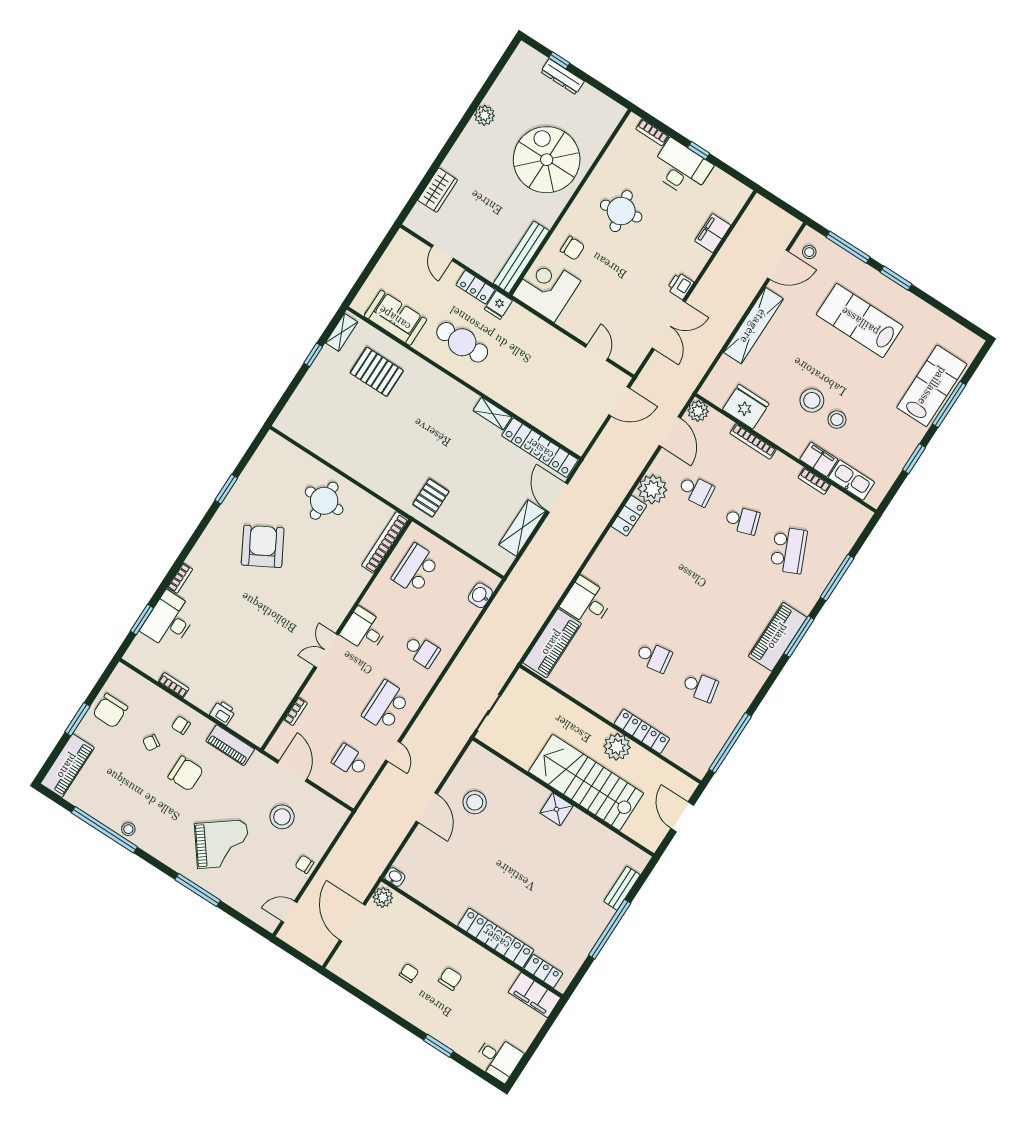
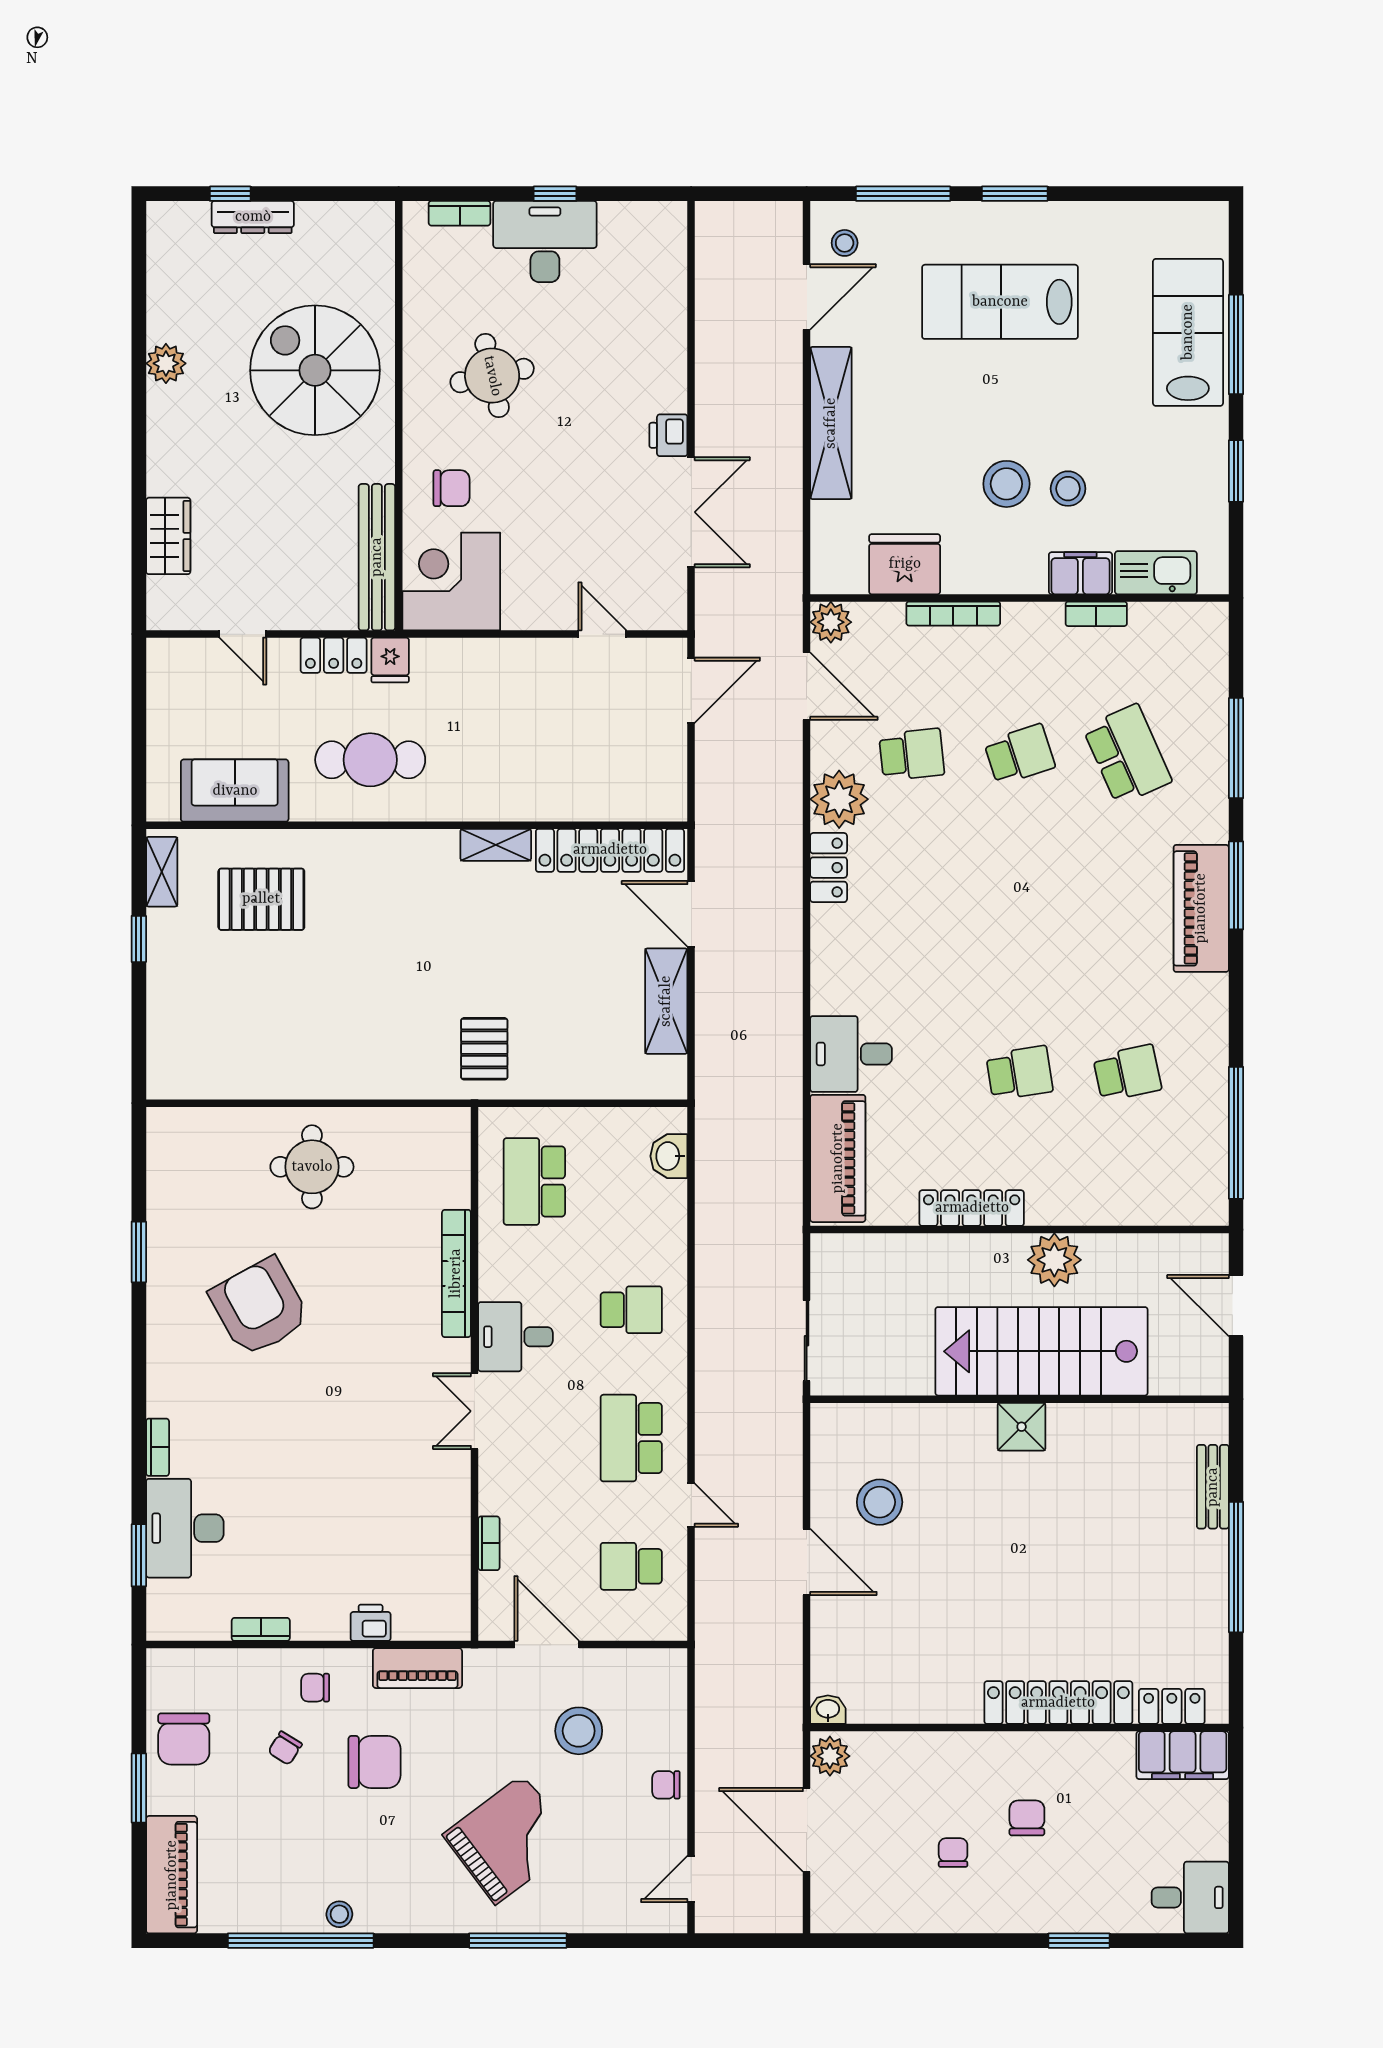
filing cabinet: (713, 233) -> (666, 314), removed
bookcase: (385, 542) -> (456, 1273), moved
locker: (642, 731) -> (972, 1208), moved

